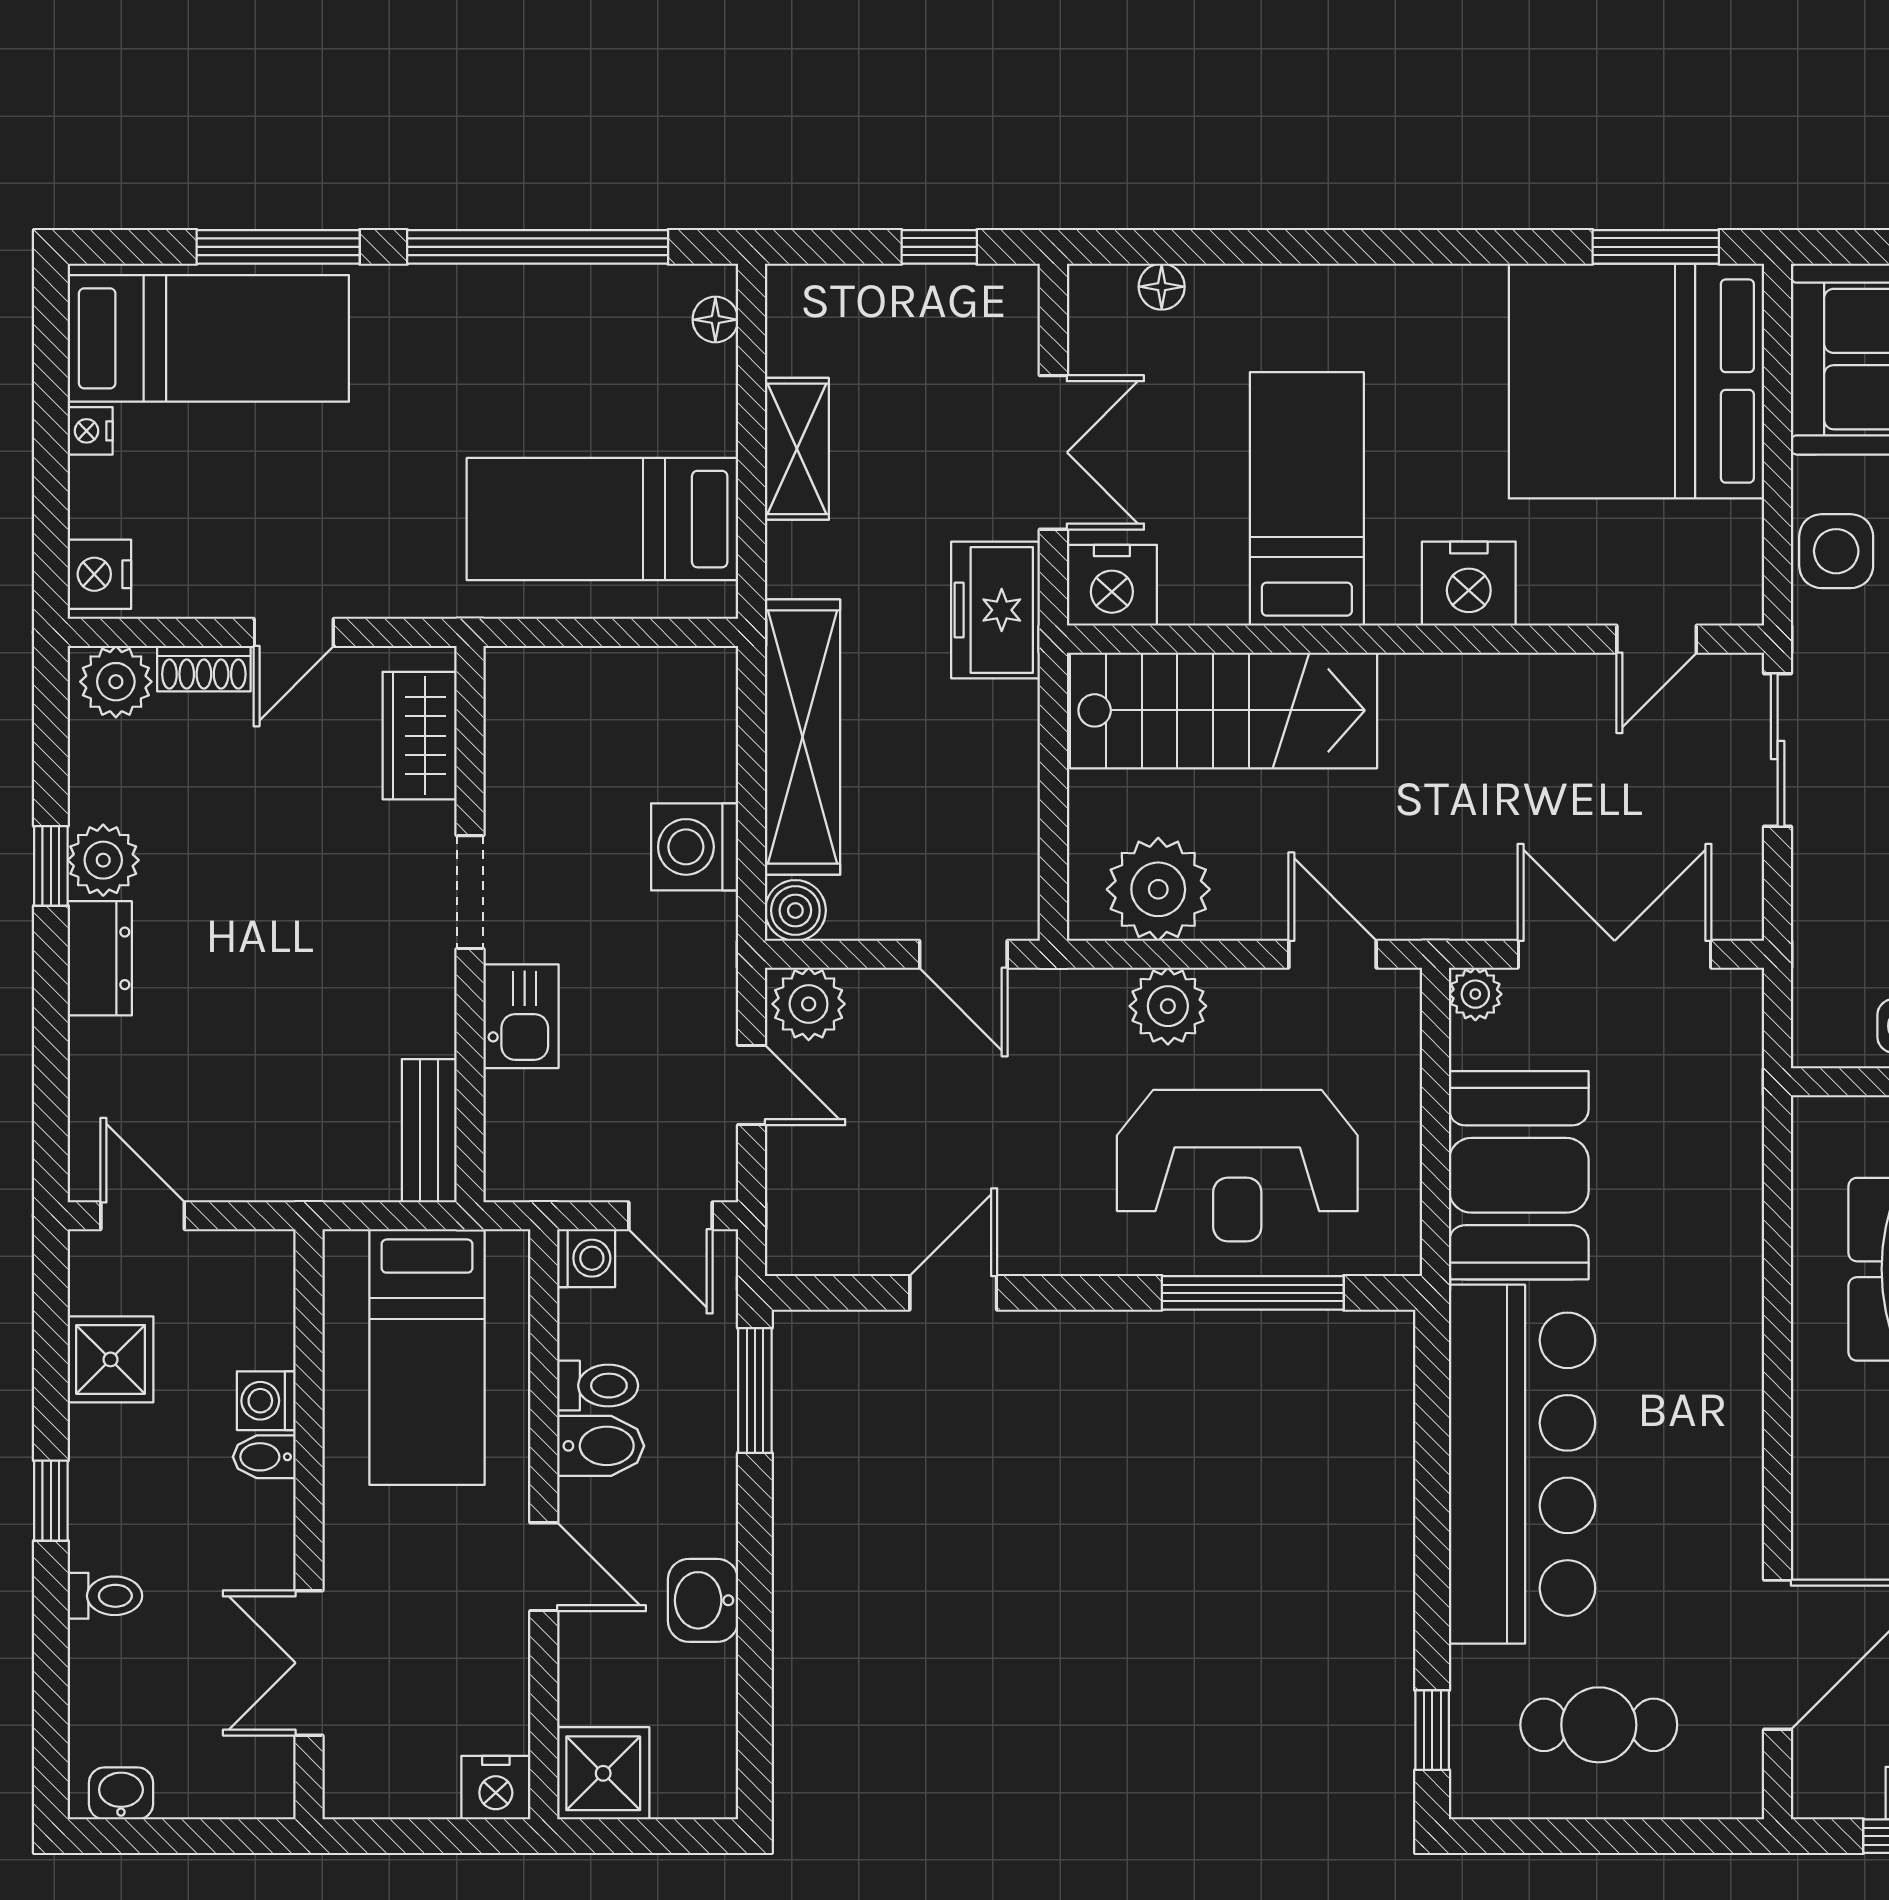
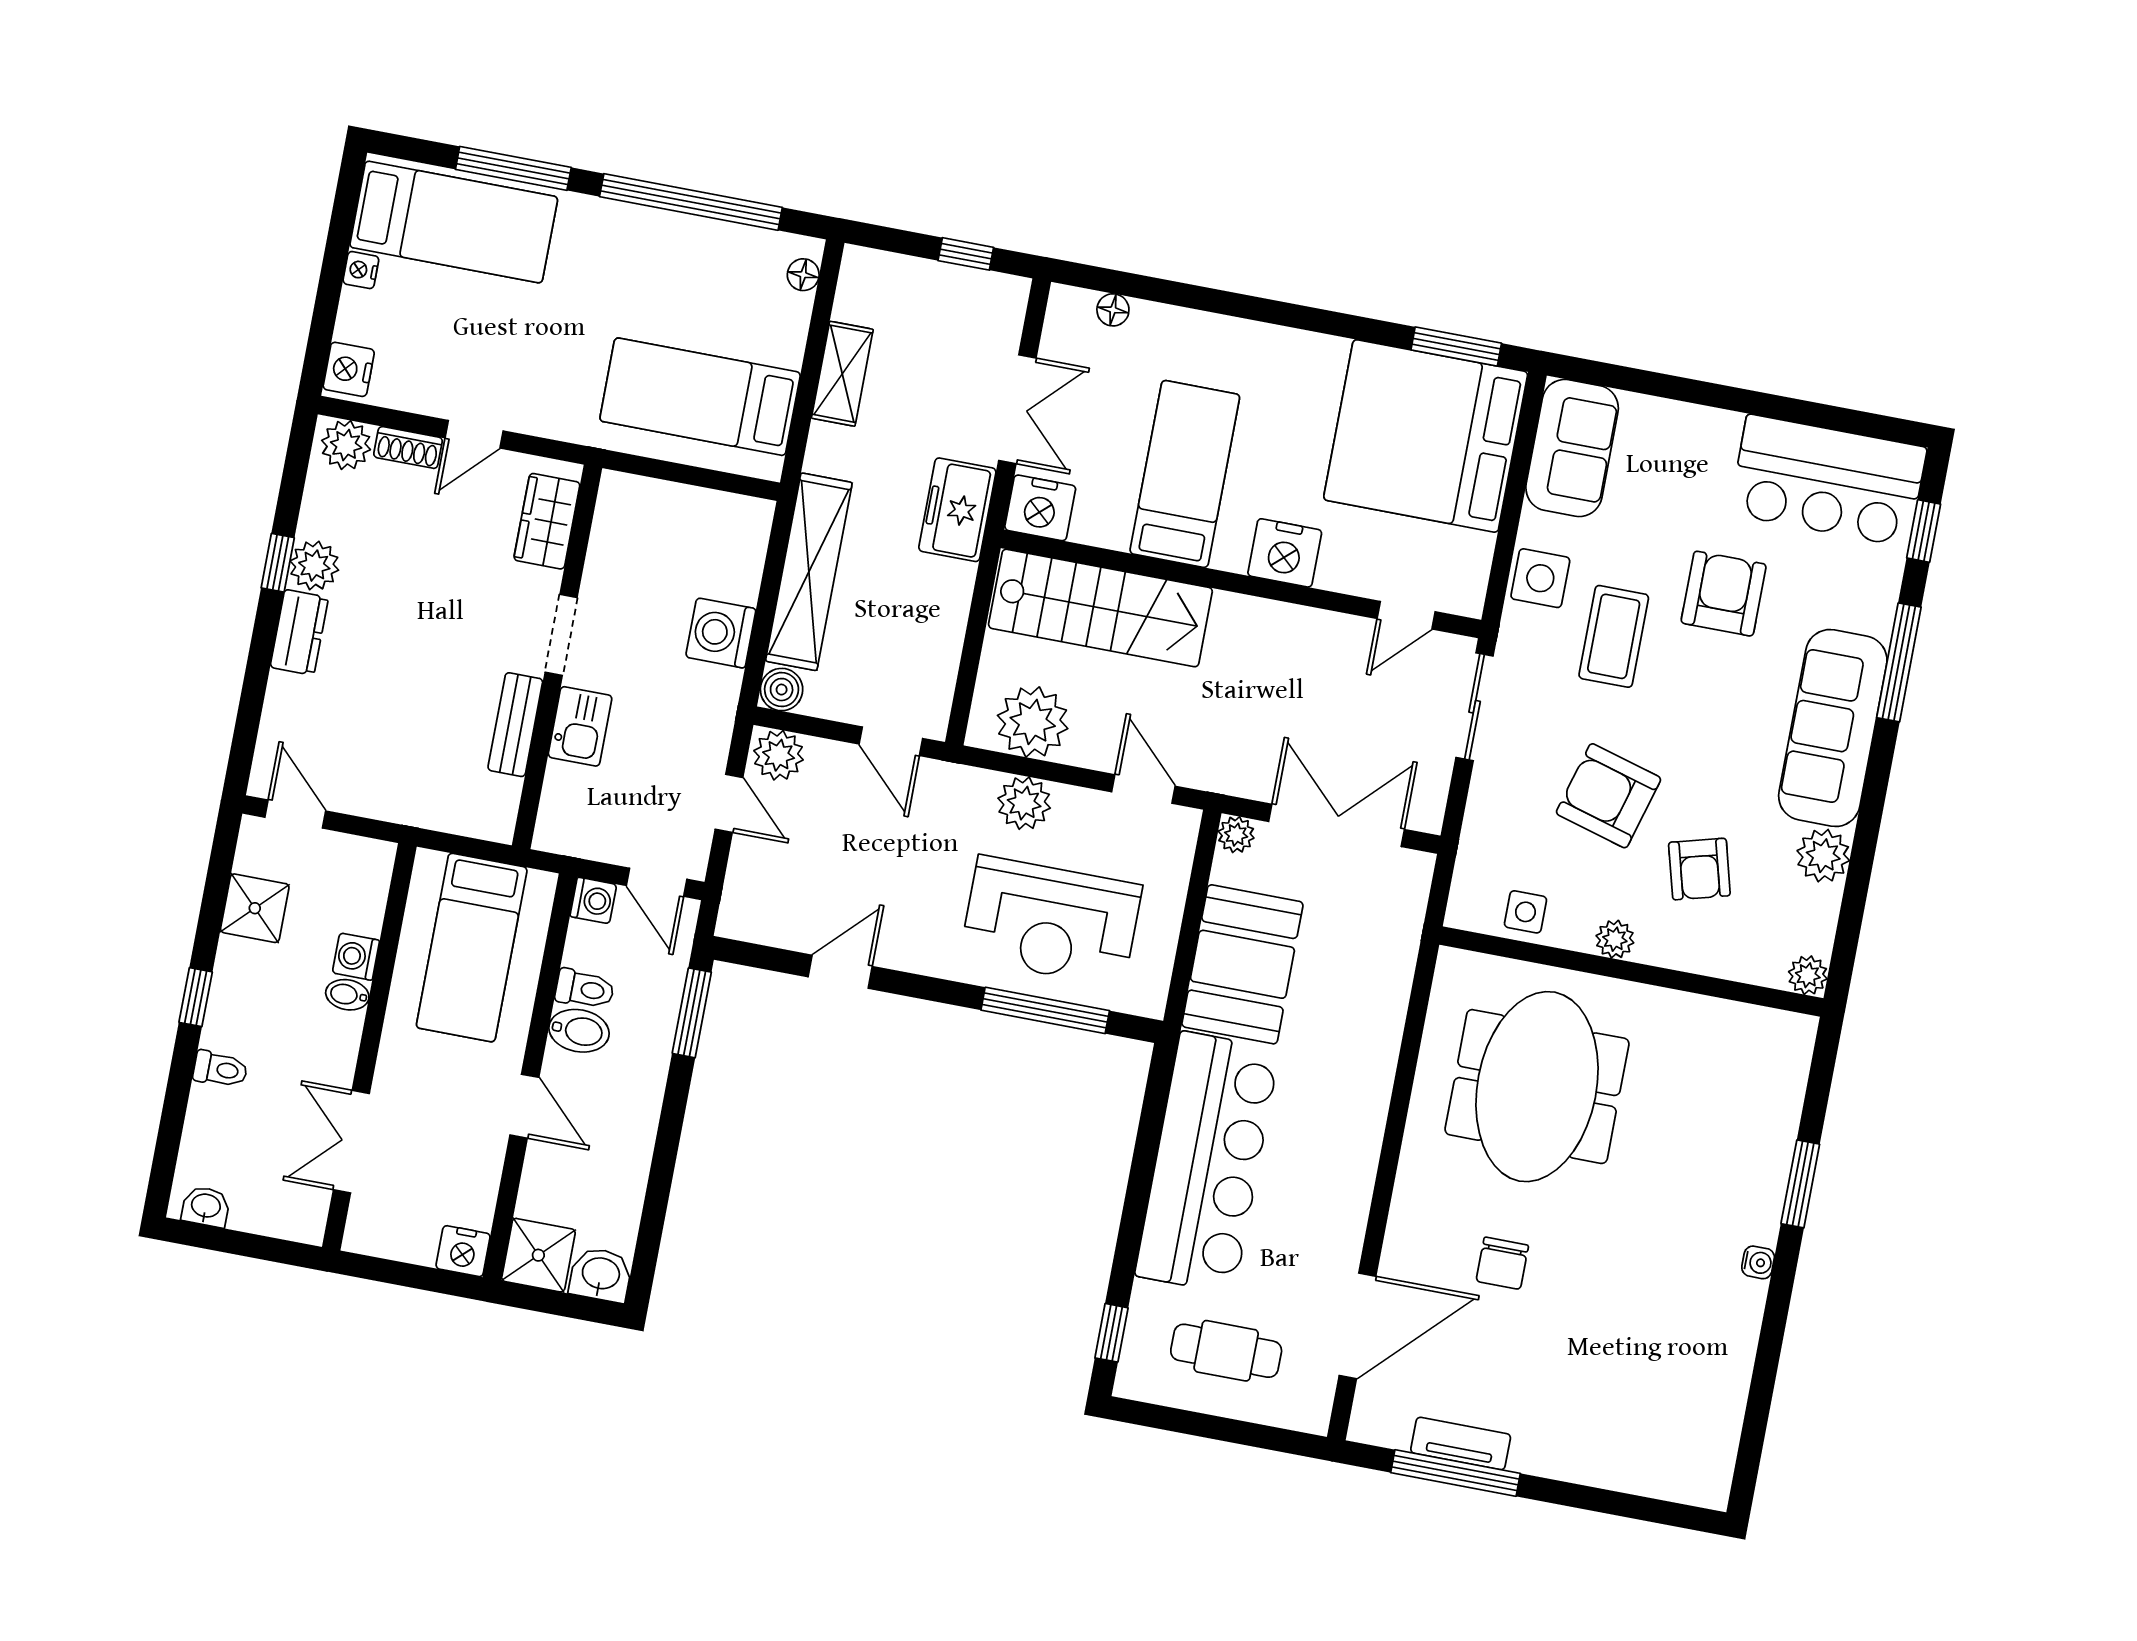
bench: (429, 1131) -> (515, 725), moved
washbasin: (703, 1600) -> (601, 1275), moved, turned 90

